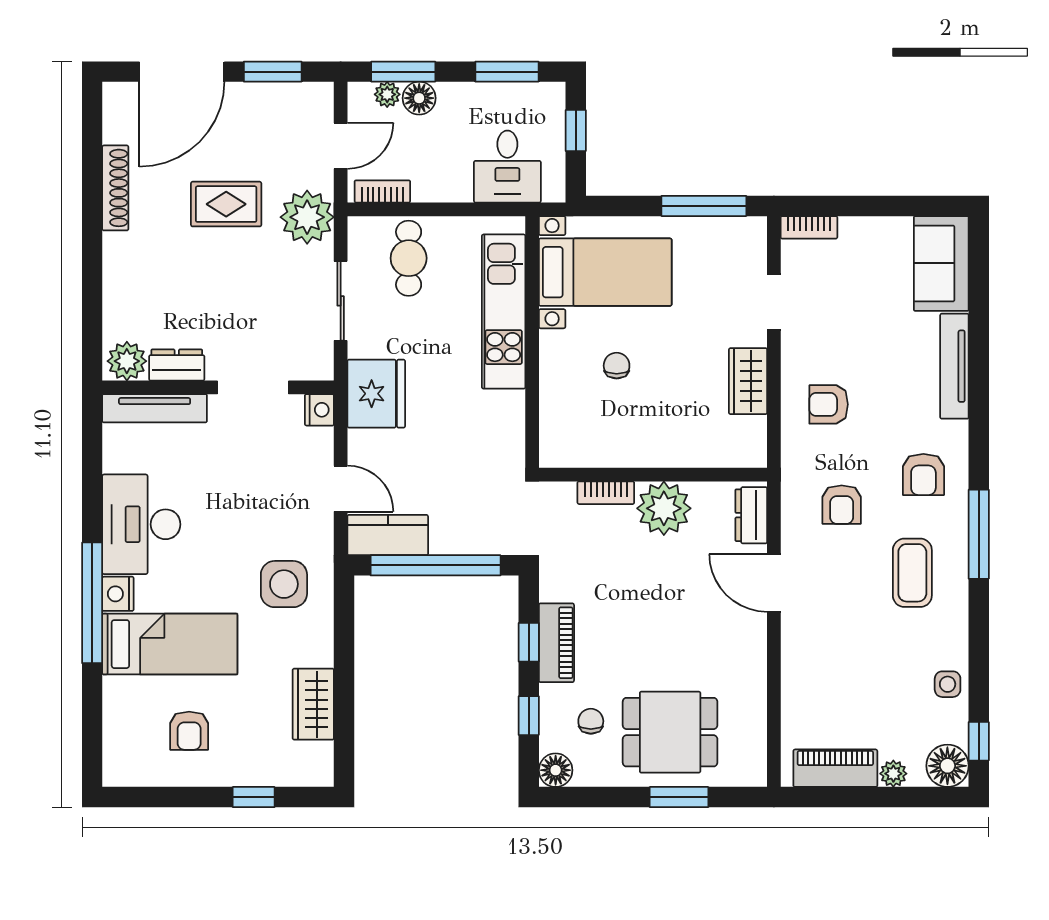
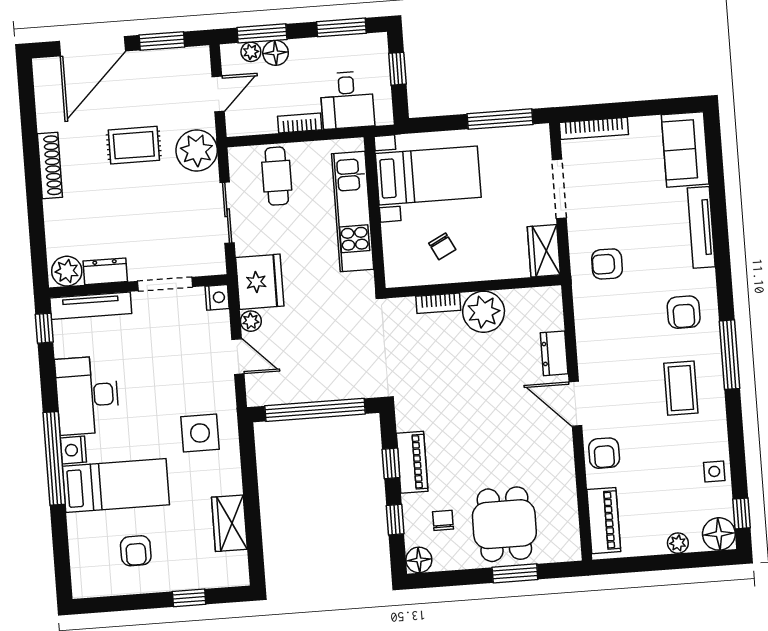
shoe rack: (115, 188) -> (50, 165), moved
bookcase: (382, 191) -> (300, 123), moved
bookcase: (809, 227) -> (594, 128), width x1.56
doorway: (774, 302) -> (559, 189), width x1.38
chair: (617, 366) -> (442, 246), turned 153
window: (92, 433) -> (44, 328), added
plant: (361, 444) -> (251, 321), added
wall: (653, 475) -> (473, 287), moved
bookcase: (606, 493) -> (438, 303), moved
armchair: (842, 505) -> (604, 453), moved
plant: (664, 508) -> (484, 312), moved
kitchen counter: (388, 535) -> (277, 389), removed
dining table: (670, 732) -> (504, 524), turned 90
piano: (835, 768) -> (604, 521), moved, turned 90

